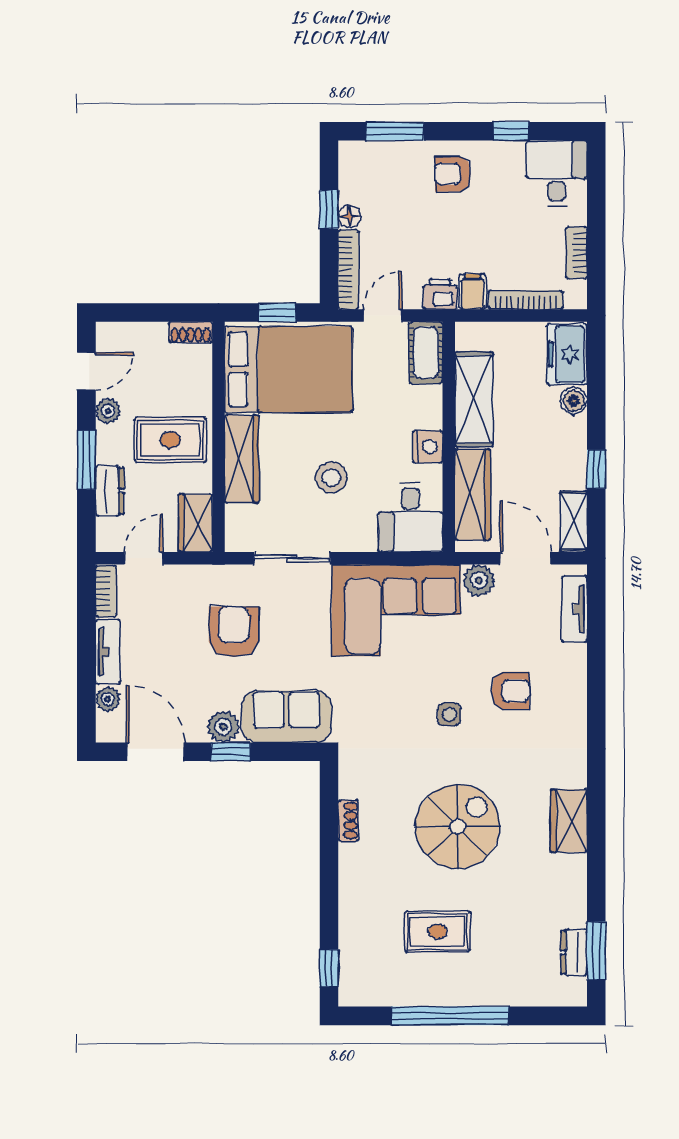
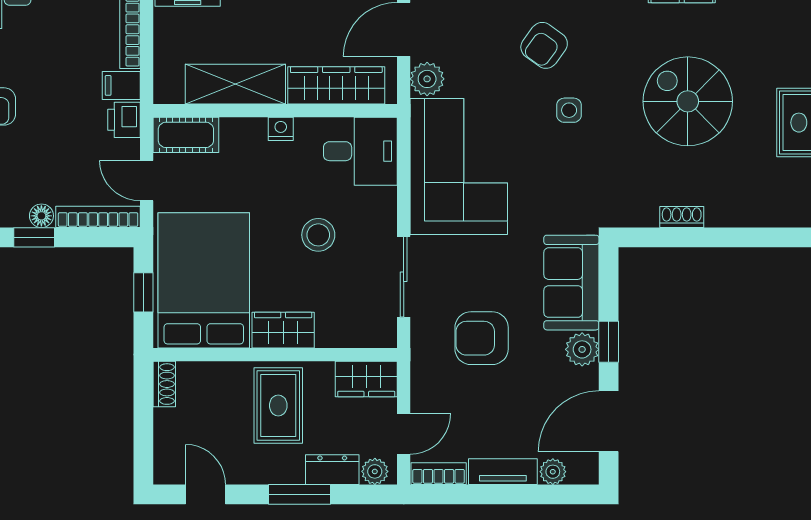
plant: (108, 411) -> (375, 471), moved
nightstand: (428, 447) -> (281, 129), width x0.72, depth x0.74
wardrobe: (242, 459) -> (283, 330), width x0.67
door: (144, 558) -> (404, 434), swing flipped
armchair: (510, 691) -> (544, 45), turned -144

